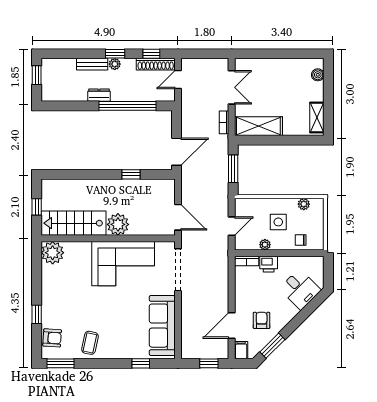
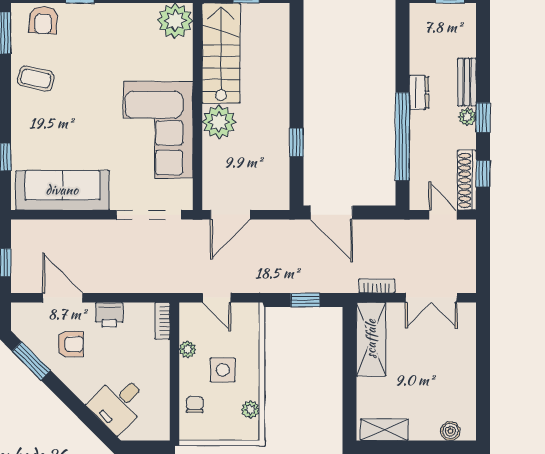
window: (233, 169) -> (305, 300), width x0.67
printer: (269, 264) -> (109, 315), moved, turned -90
filing cabinet: (241, 350) -> (25, 313), removed

